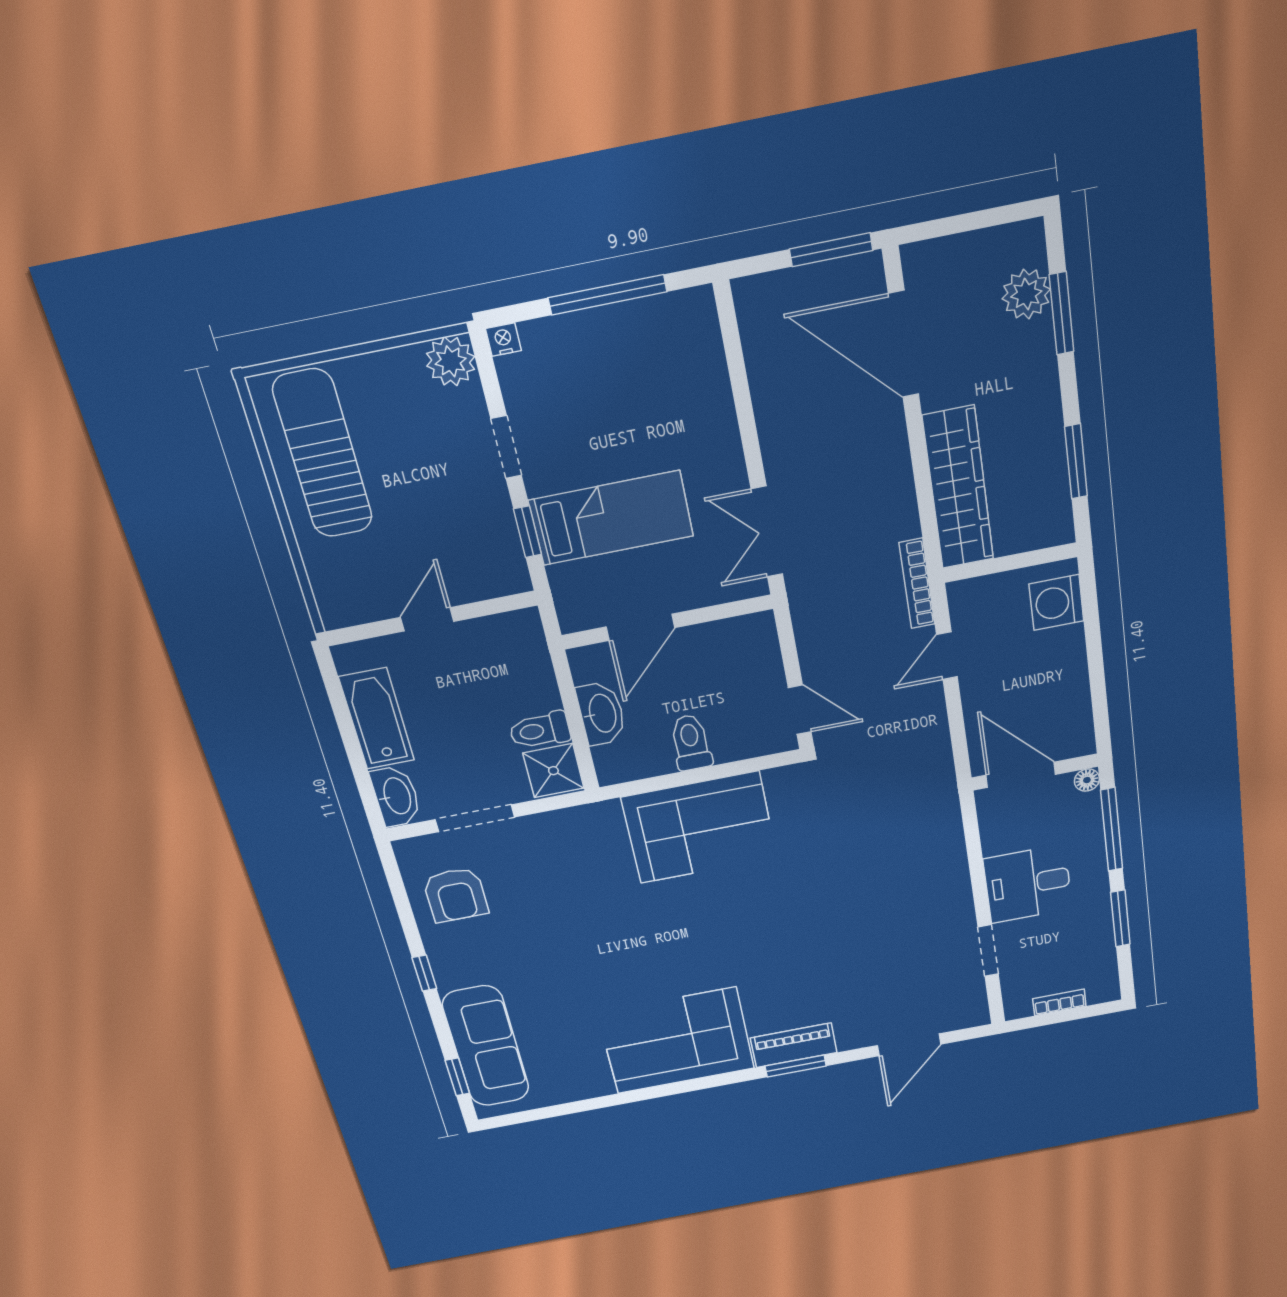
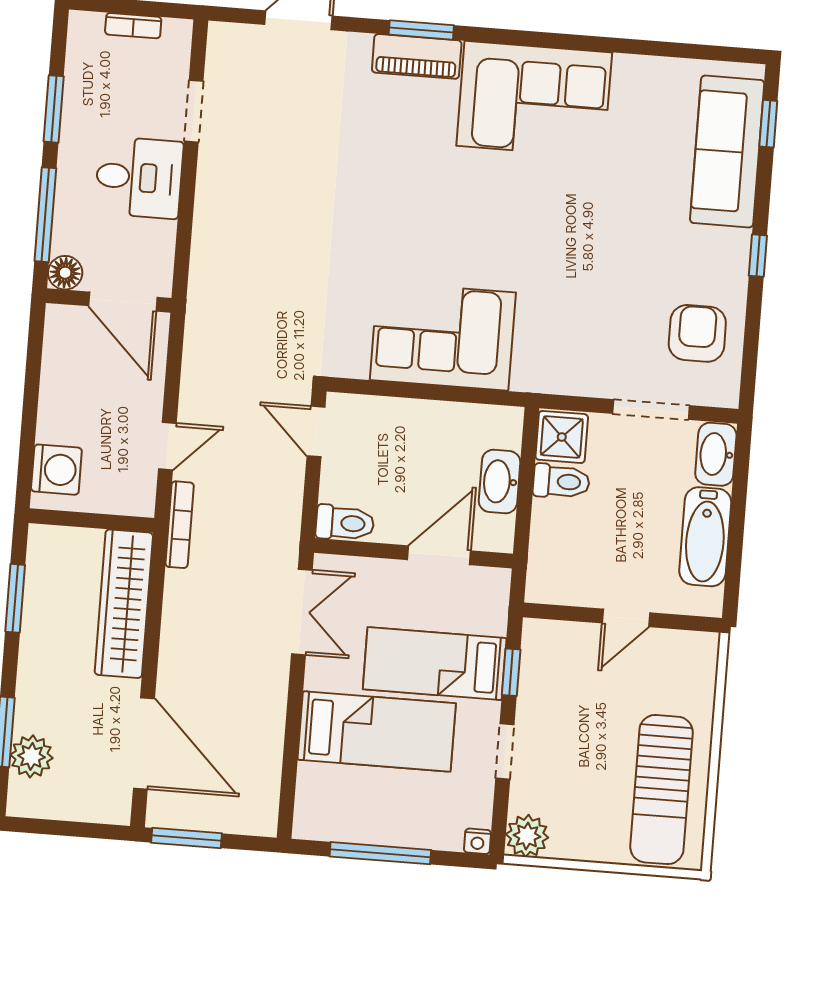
bed: (652, 429) -> (377, 731), added
toilet: (691, 743) -> (345, 523), moved, turned -90
floor lamp: (1087, 780) -> (65, 273), width x1.37, depth x1.37

